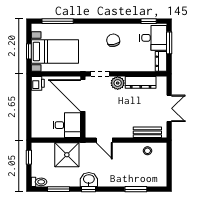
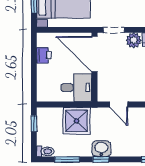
printer: (38, 83) -> (44, 55), moved

